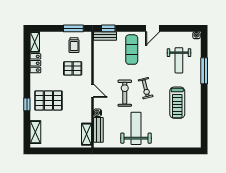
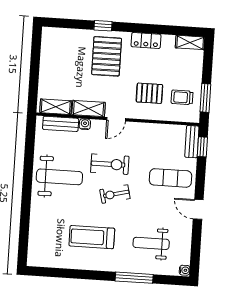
locker: (35, 63) -> (146, 40), moved
pallet: (73, 68) -> (149, 93), turned 90
shelving: (35, 132) -> (89, 109), moved

